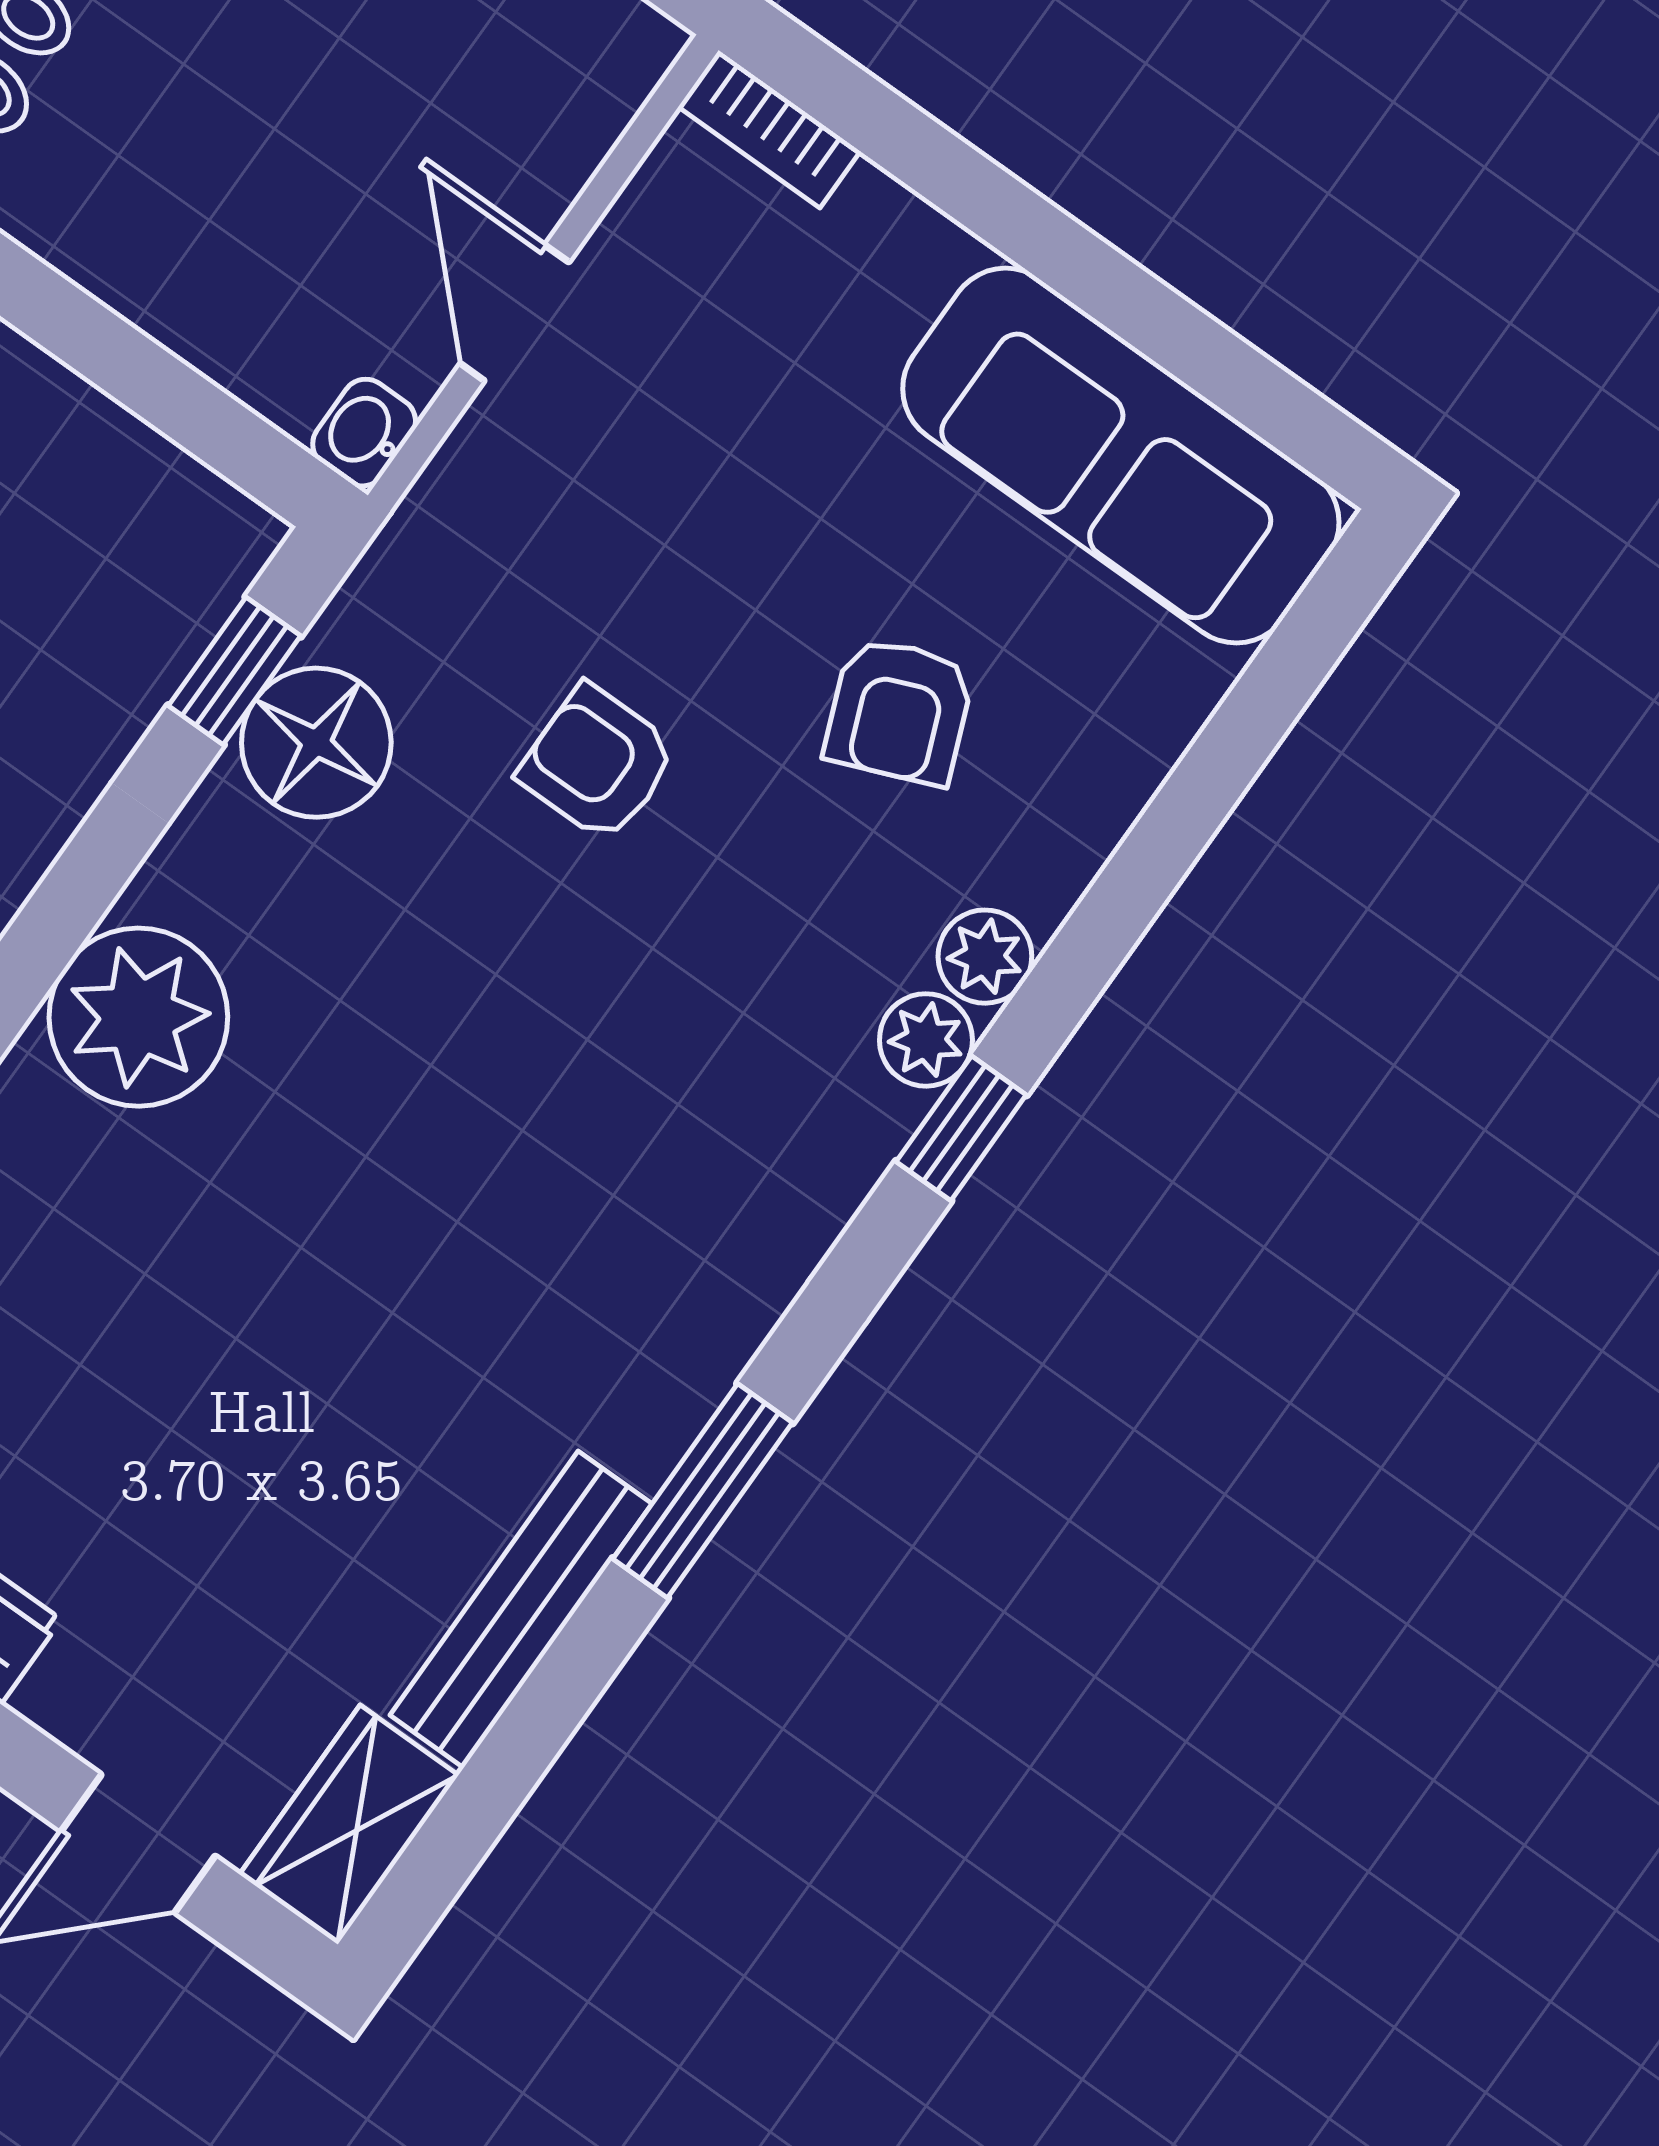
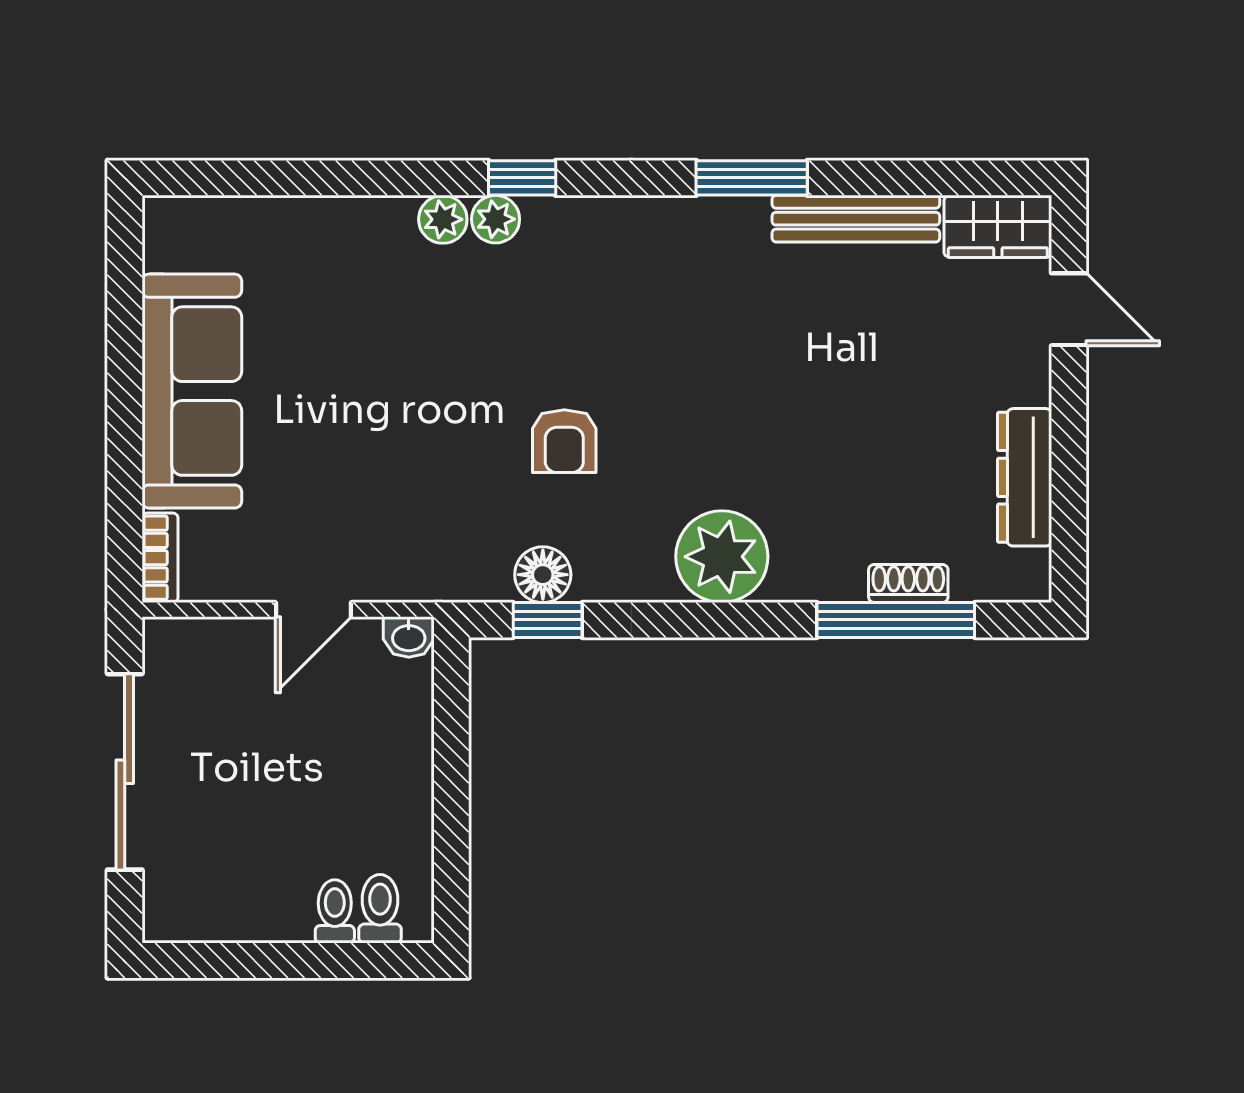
sofa: (1121, 456) -> (192, 391), moved
armchair: (899, 711) -> (365, 329), removed
floor lamp: (316, 743) -> (543, 575), width x0.73, depth x0.73
armchair: (598, 763) -> (564, 441), moved

